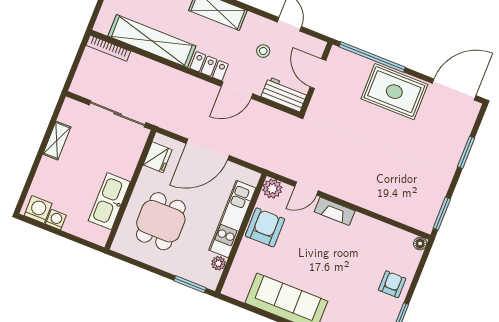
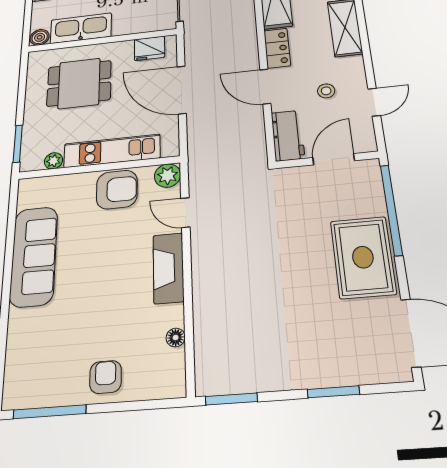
fireplace: (335, 211) -> (168, 268), width x1.37, depth x1.32
boiler: (100, 236) -> (40, 37), added
floor lamp: (420, 243) -> (176, 338), moved
armchair: (392, 284) -> (106, 377), turned -90

